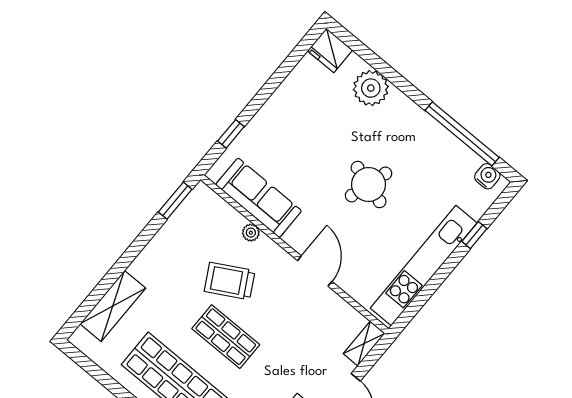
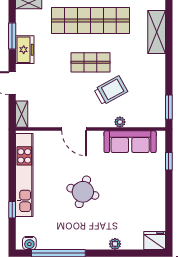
plant: (371, 88) -> (115, 244), width x0.53, depth x0.53

